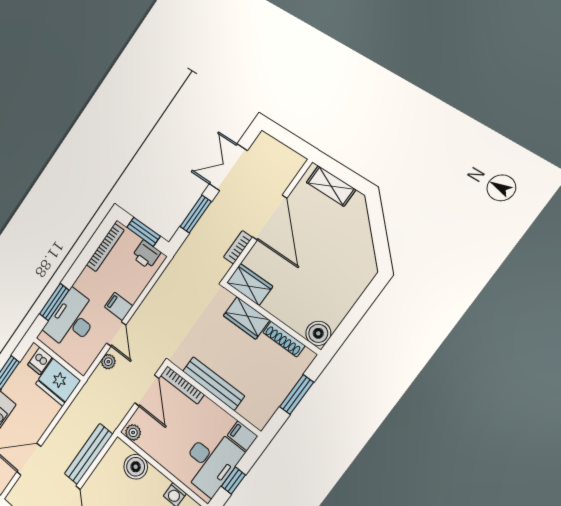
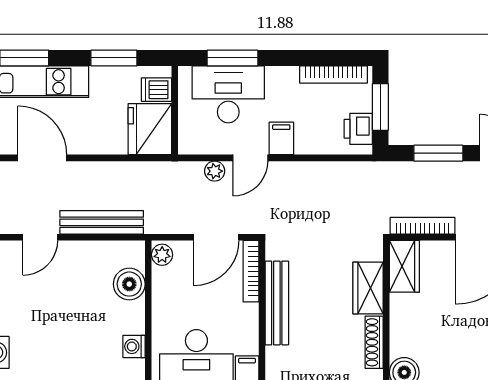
bookcase: (238, 247) -> (423, 226), width x1.56

